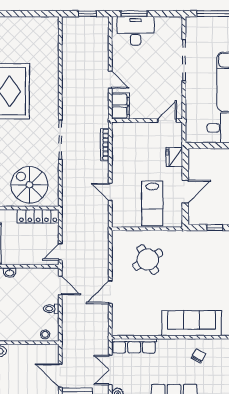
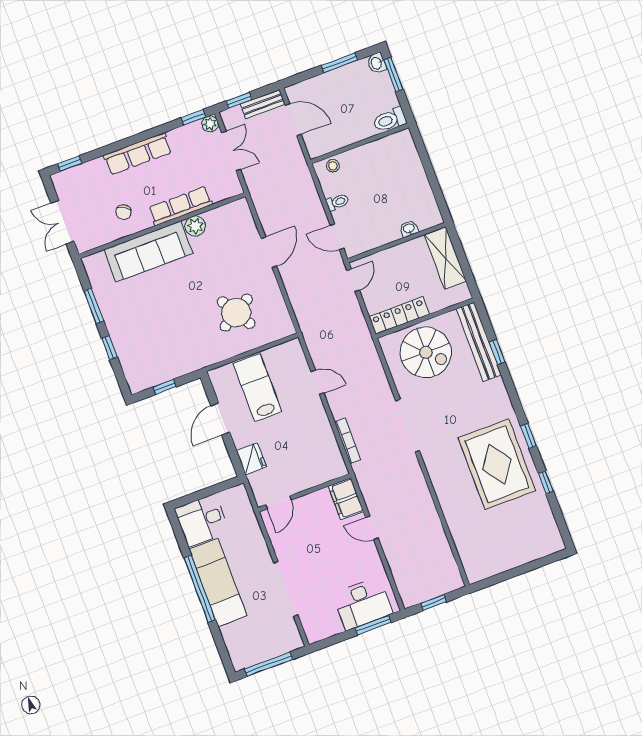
plant: (153, 328) -> (195, 226), added
row of seats: (134, 346) -> (180, 206), moved

